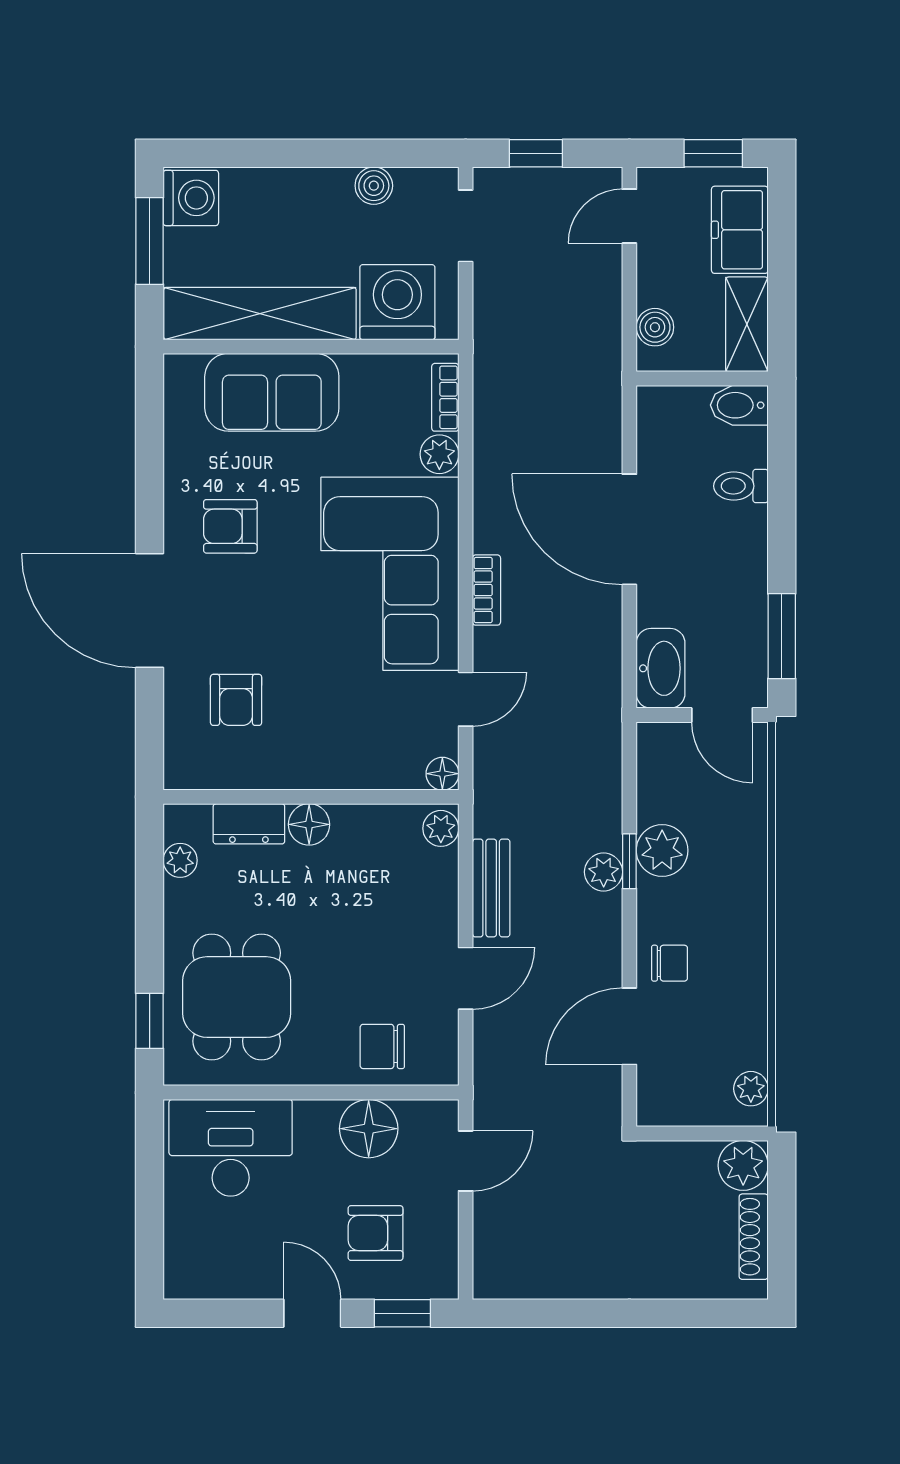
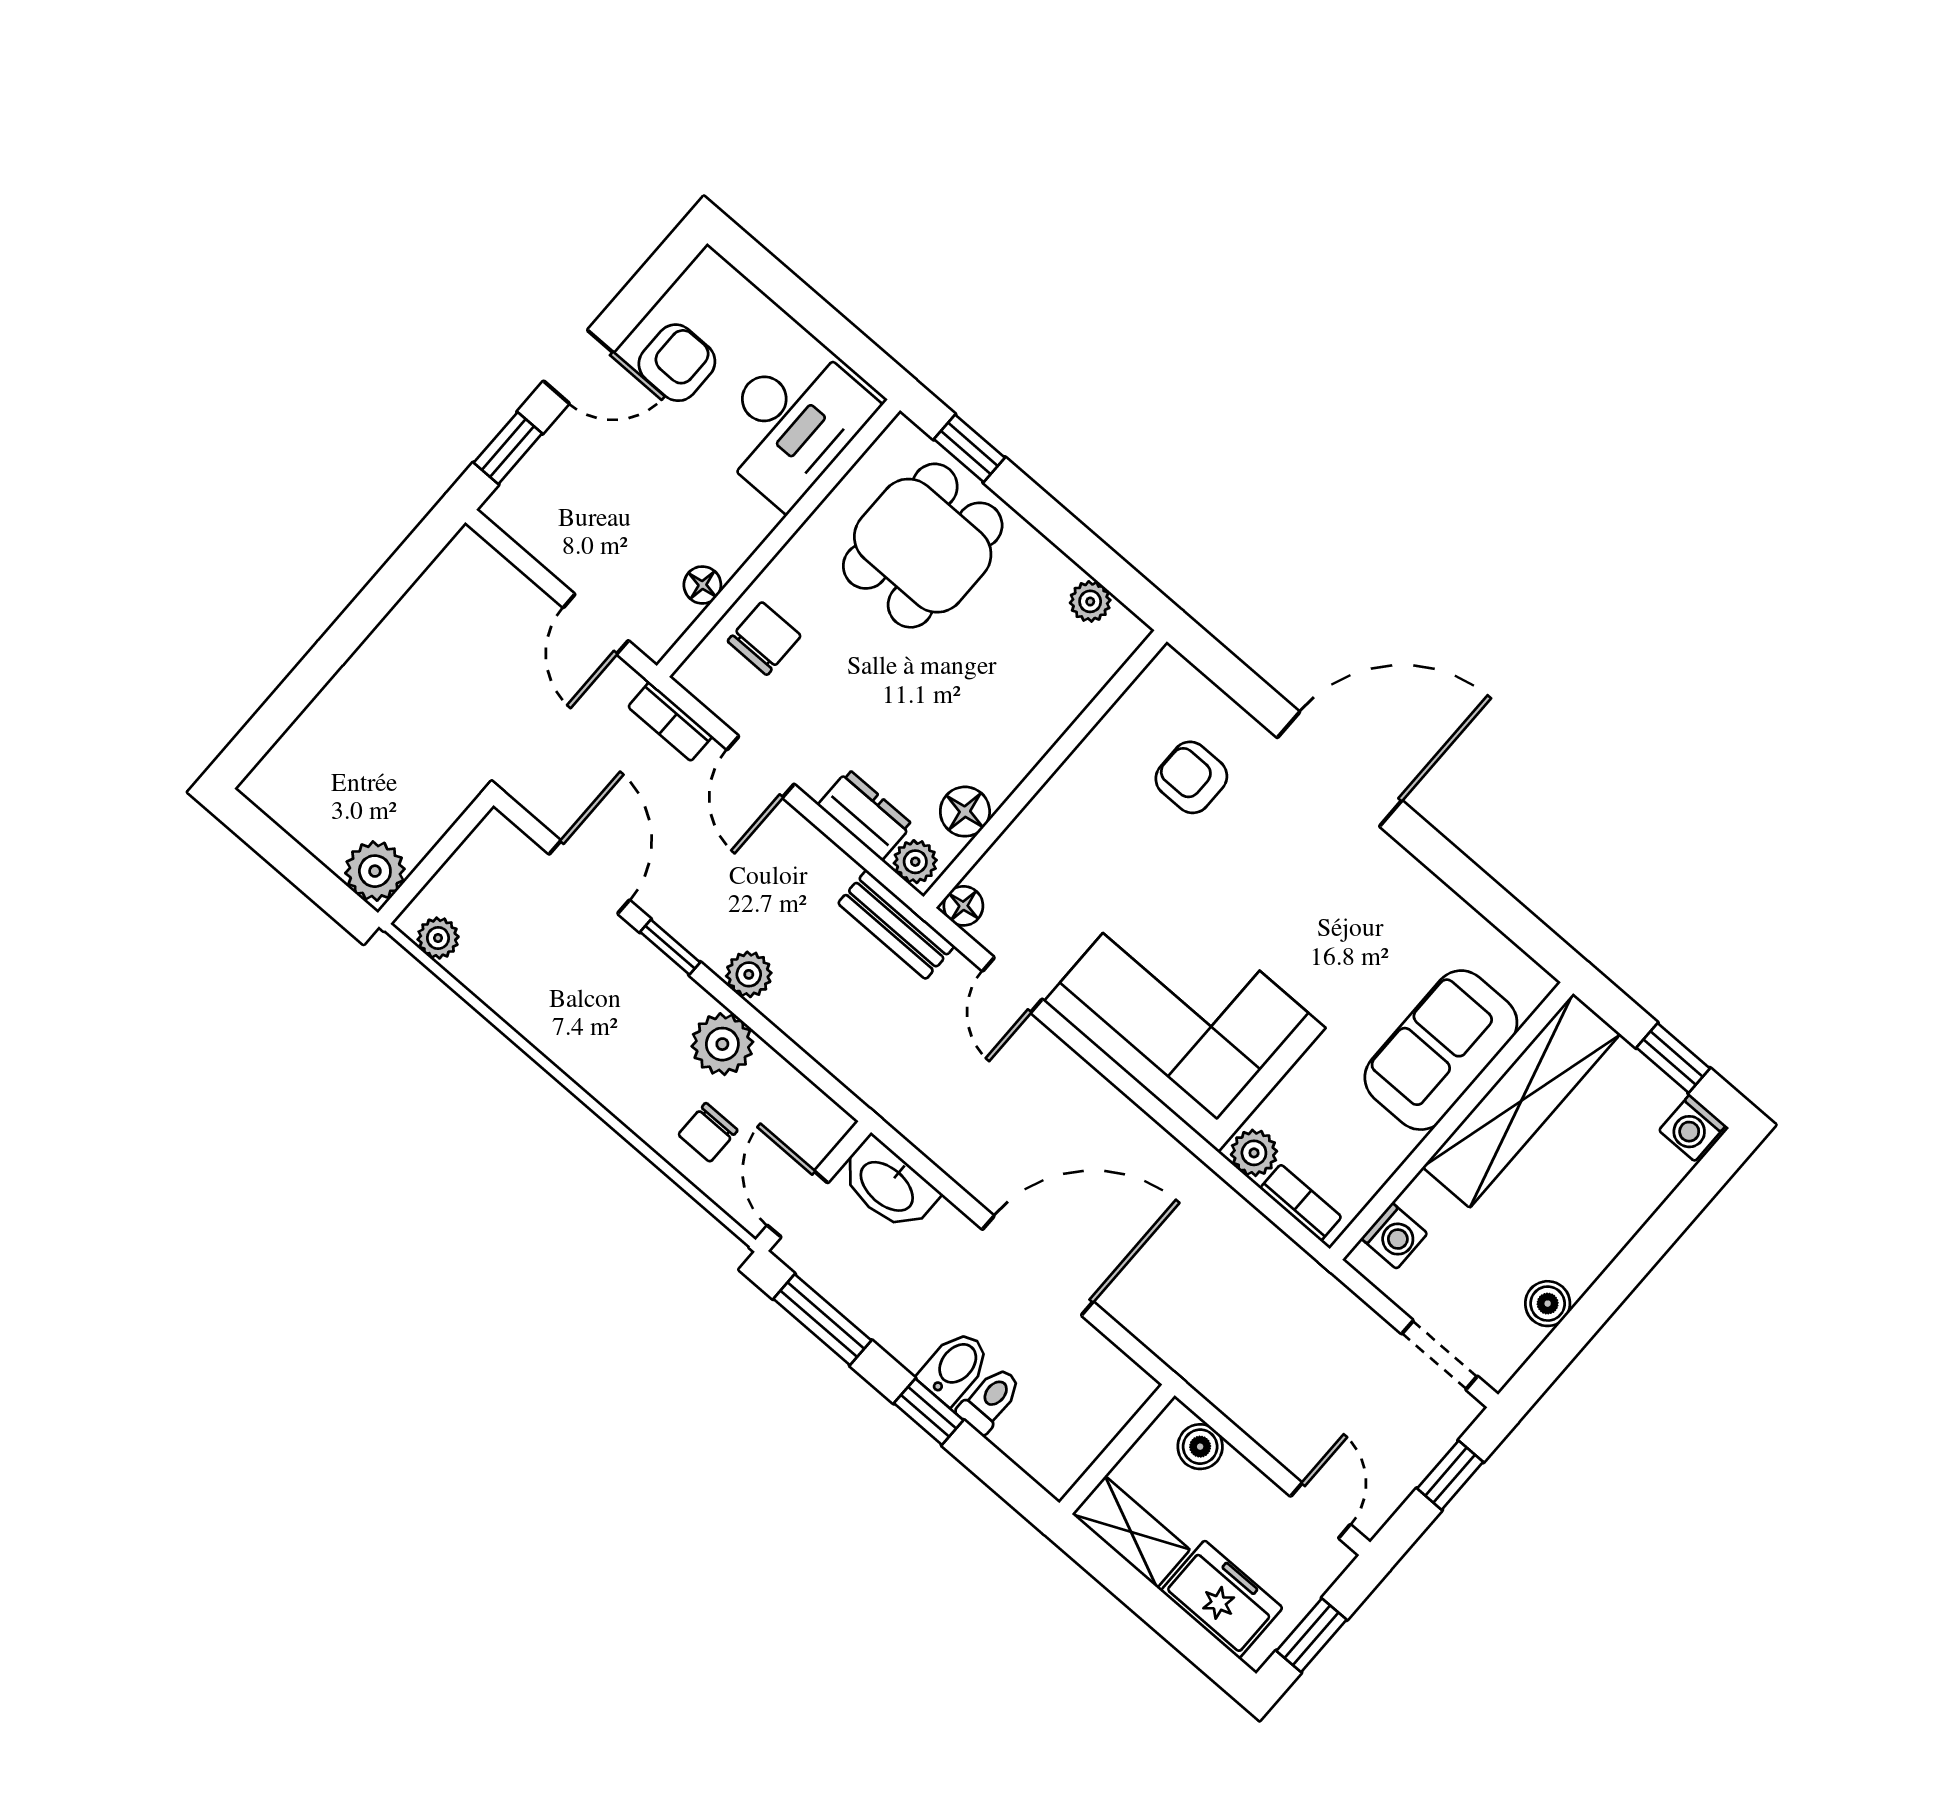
washing machine: (191, 198) -> (1692, 1128), width x0.73, depth x0.73
window: (150, 241) -> (1673, 1058), width x0.67
washing machine: (397, 302) -> (1394, 1236), width x0.53, depth x0.53
bidet: (739, 405) -> (955, 1367), moved
window: (782, 518) -> (929, 1412), added
armchair: (230, 526) -> (1352, 908), removed
bookcase: (486, 590) -> (670, 722), moved
door: (722, 715) -> (798, 1204), hinge flipped
dresser: (249, 824) -> (865, 815), moved, turned 90
floor lamp: (309, 824) -> (965, 812), moved
window: (629, 861) -> (670, 947), moved
bench: (491, 888) -> (896, 925), moved
chair: (670, 963) -> (708, 1132), moved
dining table: (237, 997) -> (923, 546), turned 90
floor lamp: (369, 1129) -> (702, 585), width x0.53, depth x0.53
armchair: (376, 1233) -> (677, 363), moved
shoe rack: (754, 1237) -> (302, 825), removed

